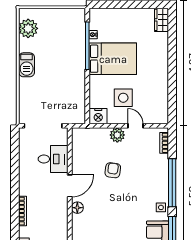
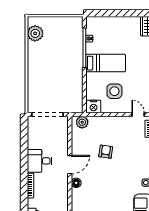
bed: (113, 59) -> (106, 63), width x0.67
barbecue: (27, 65) -> (34, 64), removed
door: (136, 126) -> (138, 115), moved
plant: (117, 135) -> (82, 122), moved
desk: (53, 159) -> (40, 161), moved, turned 180

